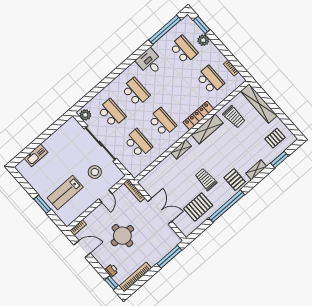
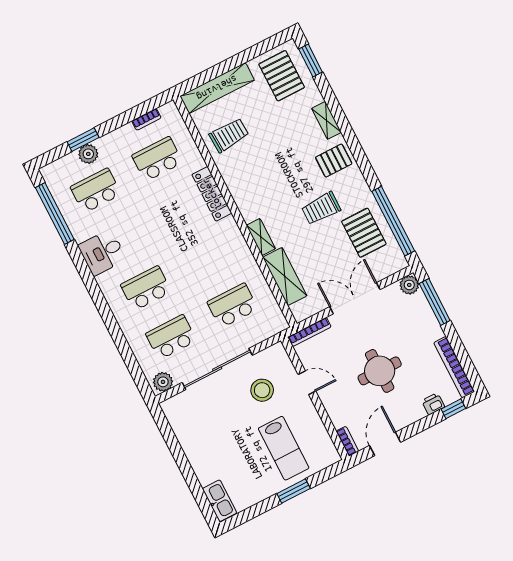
window: (202, 25) -> (83, 140), moved
school desk: (162, 122) -> (207, 257), removed
shelving: (207, 129) -> (285, 276), moved
pallet: (275, 138) -> (282, 76), width x1.50, depth x1.42
kitchen sink: (36, 155) -> (220, 501), moved
window: (280, 160) -> (311, 60), moved
window: (227, 206) -> (393, 221), moved
plant: (175, 240) -> (409, 285), added

